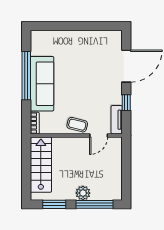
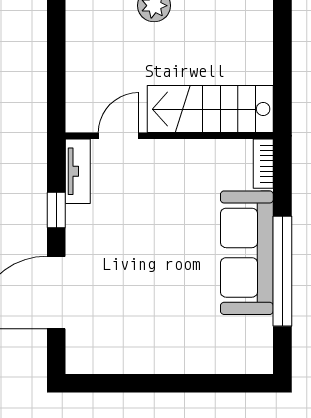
coffee table: (77, 125) -> (167, 160), removed
stairs: (41, 165) -> (210, 109), moved, turned 90

